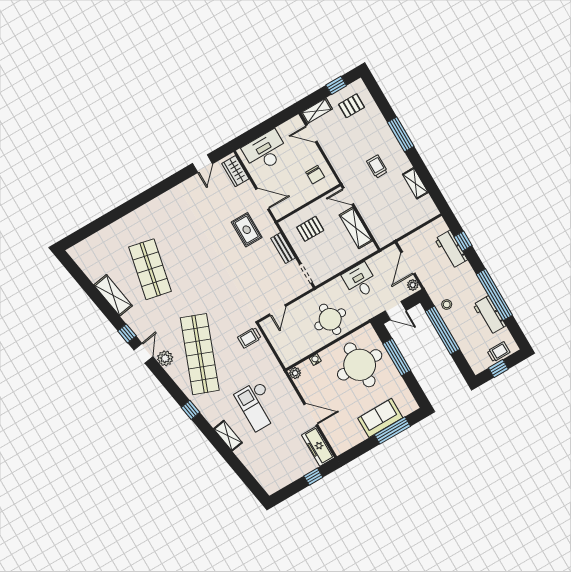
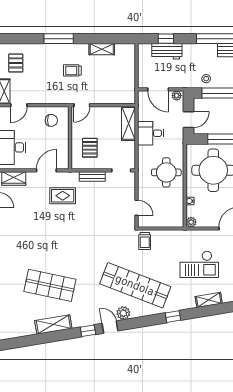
shelving: (356, 228) -> (128, 123), moved, turned 90

